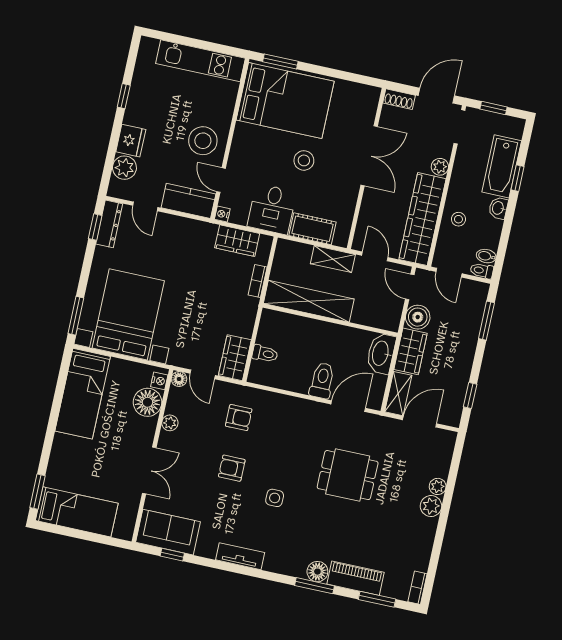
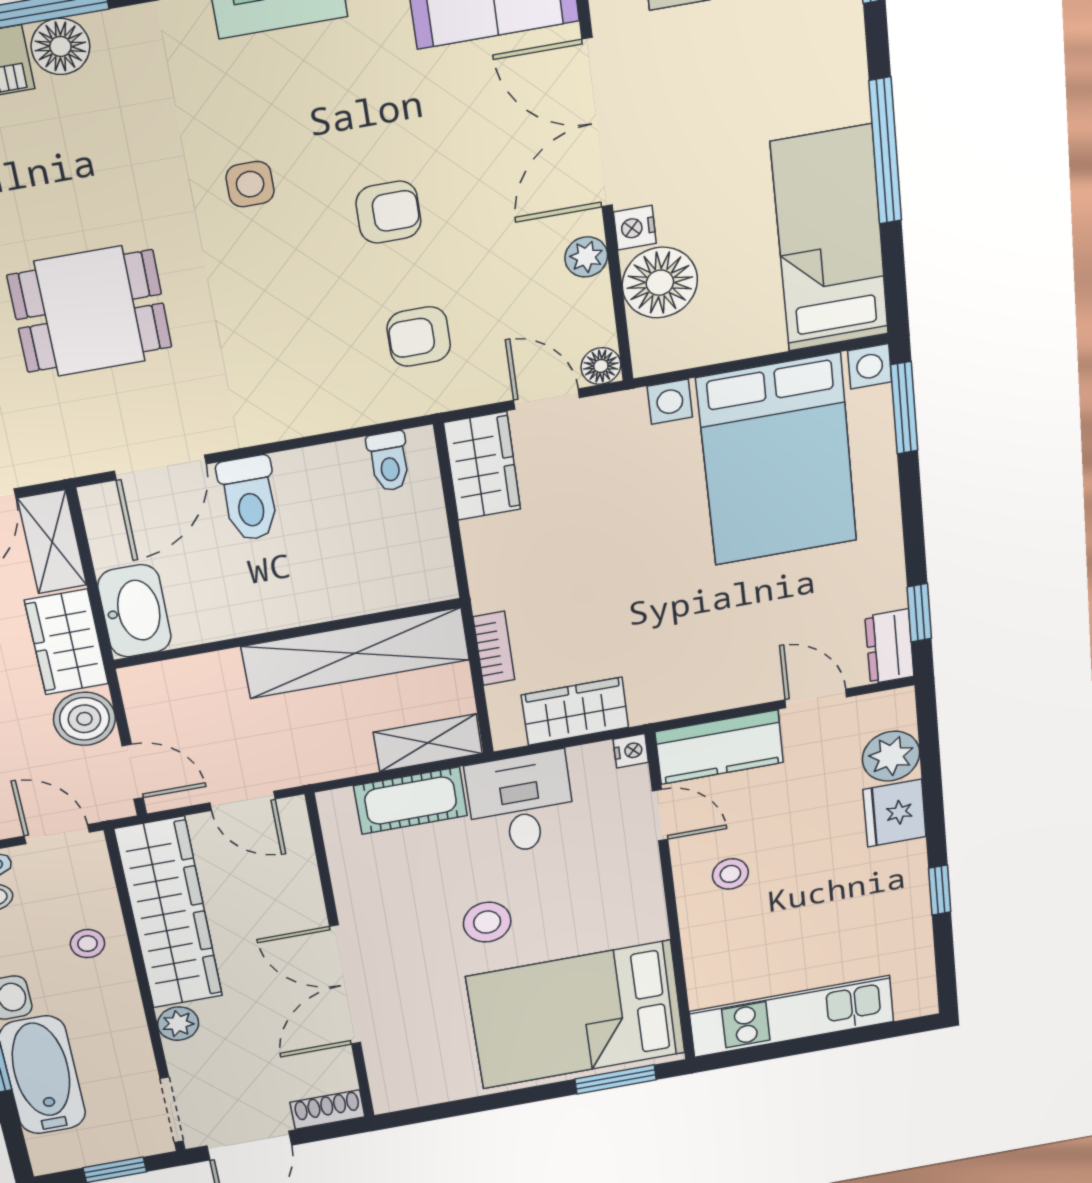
stool: (203, 141) -> (730, 874), width x0.53, depth x0.53
dresser: (109, 224) -> (890, 646), width x0.70
shelving: (333, 259) -> (428, 743), moved
toilet: (265, 354) -> (389, 461), moved, turned -90
nightstand: (159, 381) -> (635, 228), moved
window: (53, 419) -> (885, 151), added
double door: (149, 470) -> (597, 123), width x1.37

